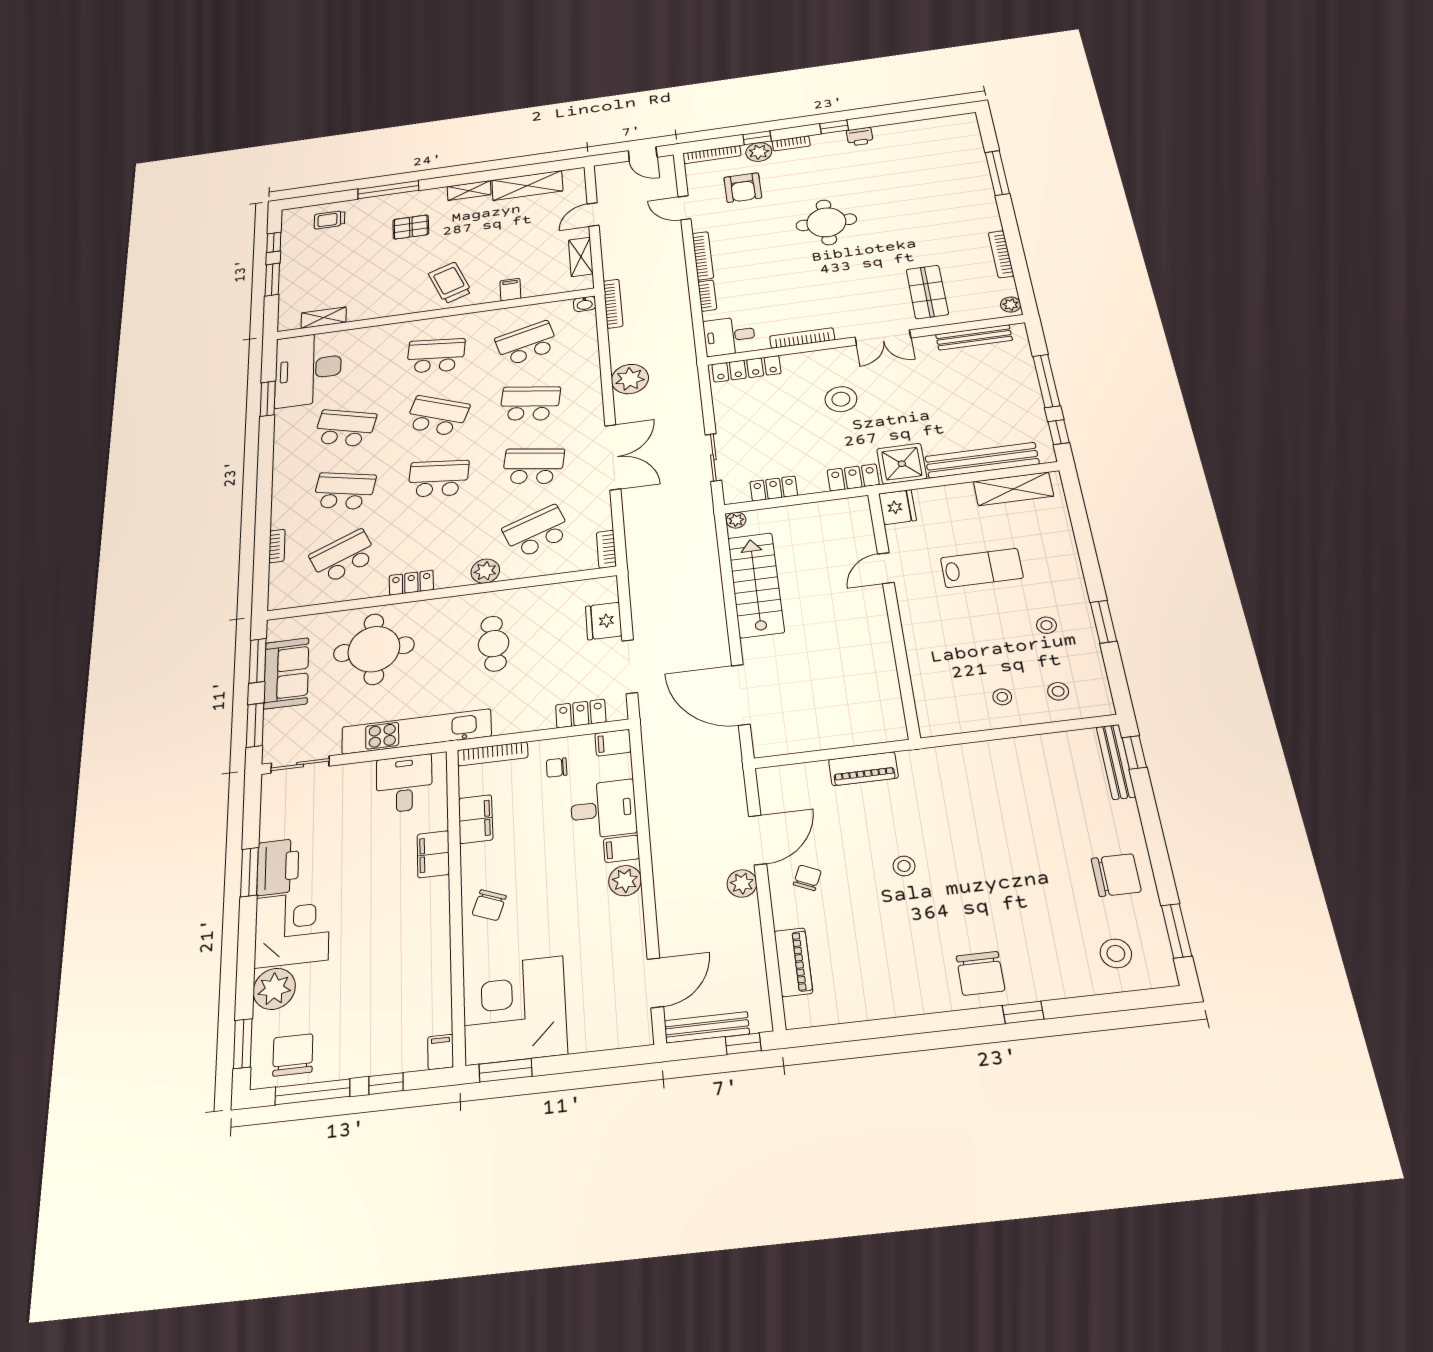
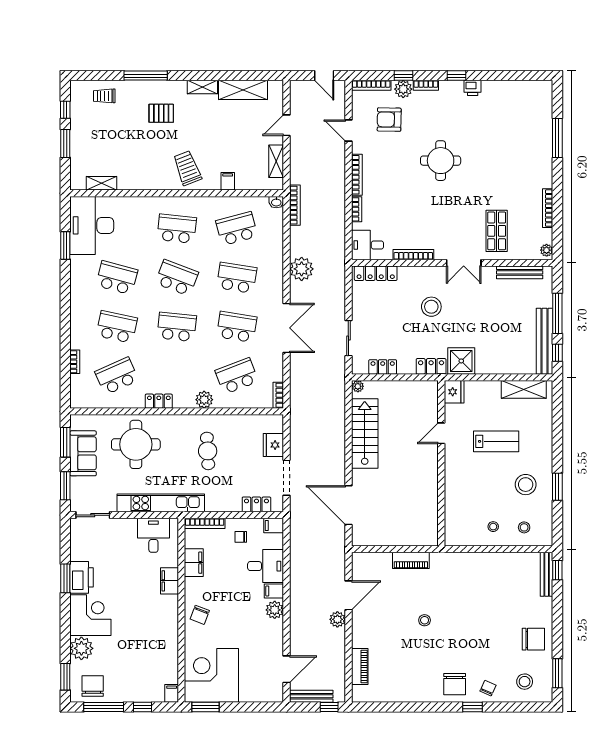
armchair: (743, 188) -> (389, 120), turned 91
bench: (982, 460) -> (545, 341), moved, turned 90
stool: (1046, 625) -> (526, 485), width x1.89, depth x1.89
chair: (807, 878) -> (488, 688), moved

